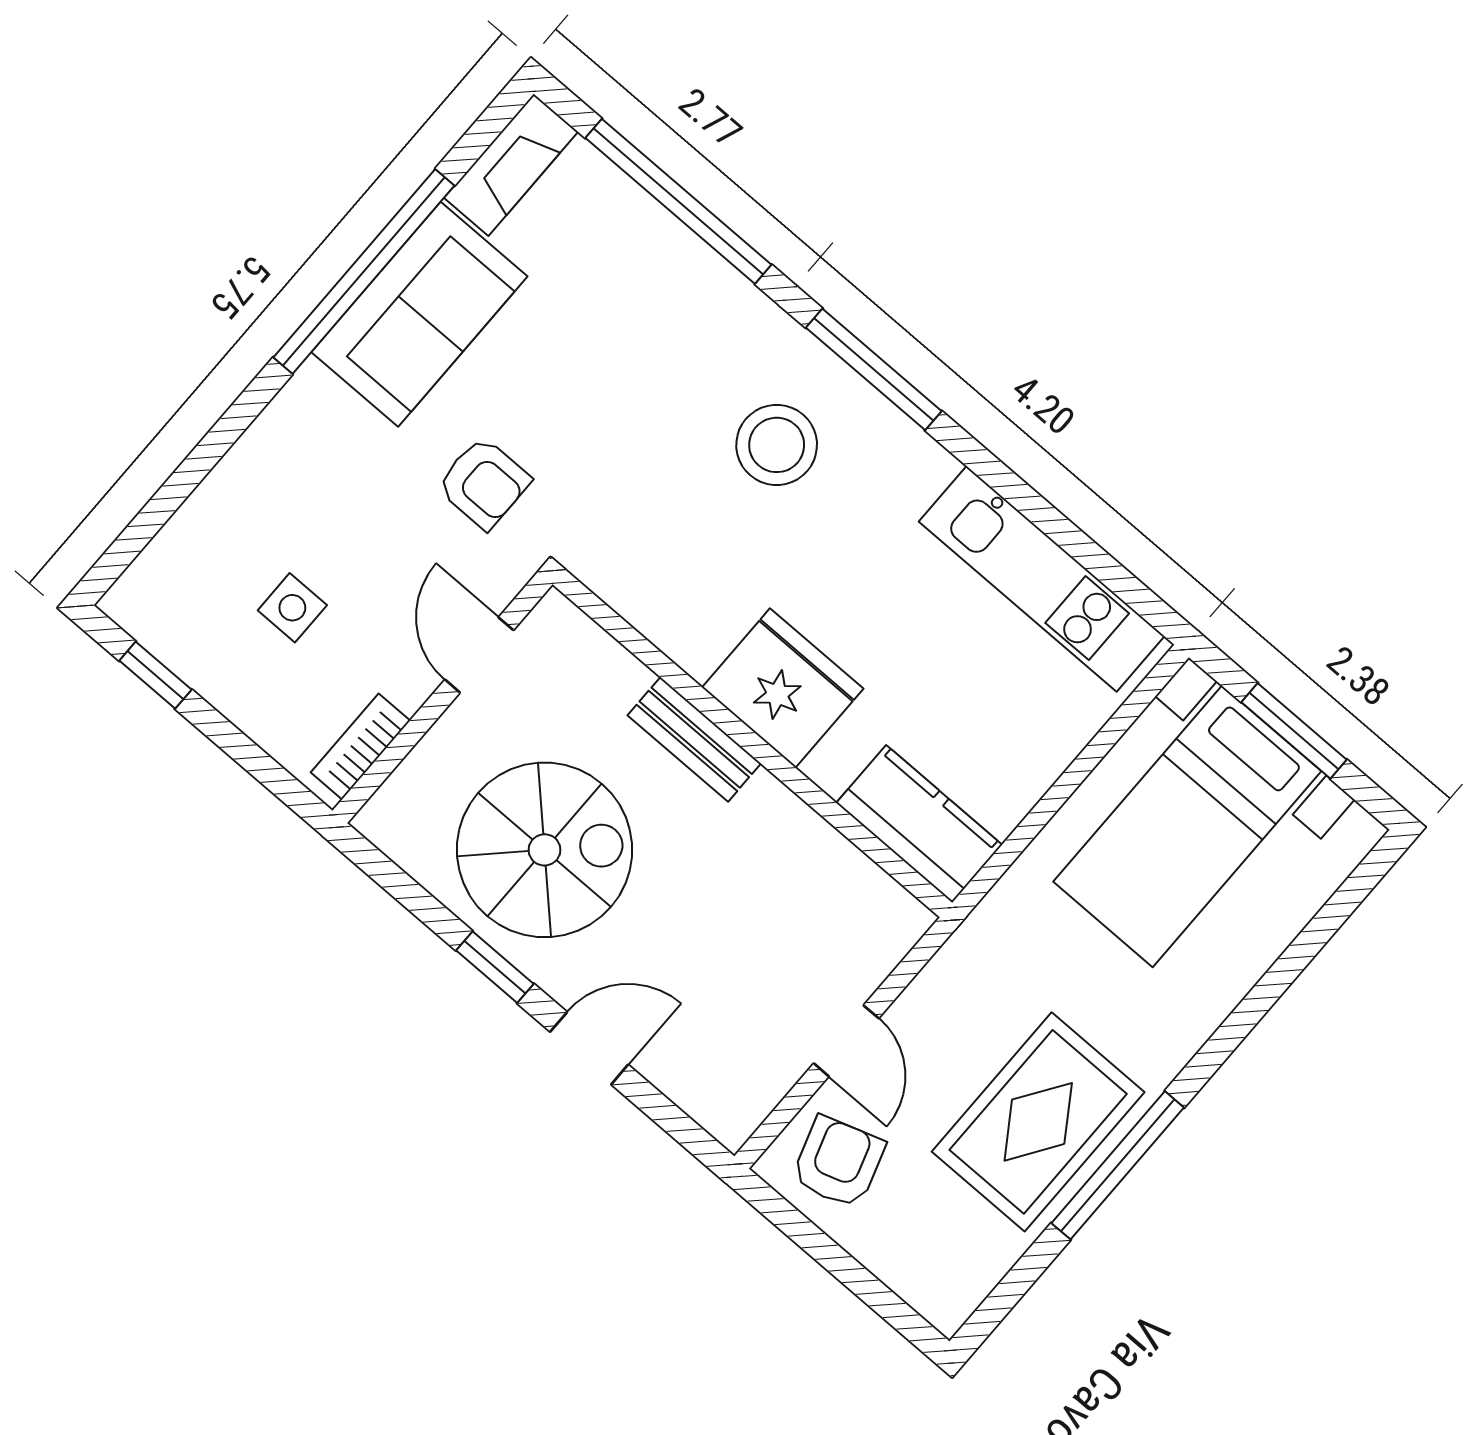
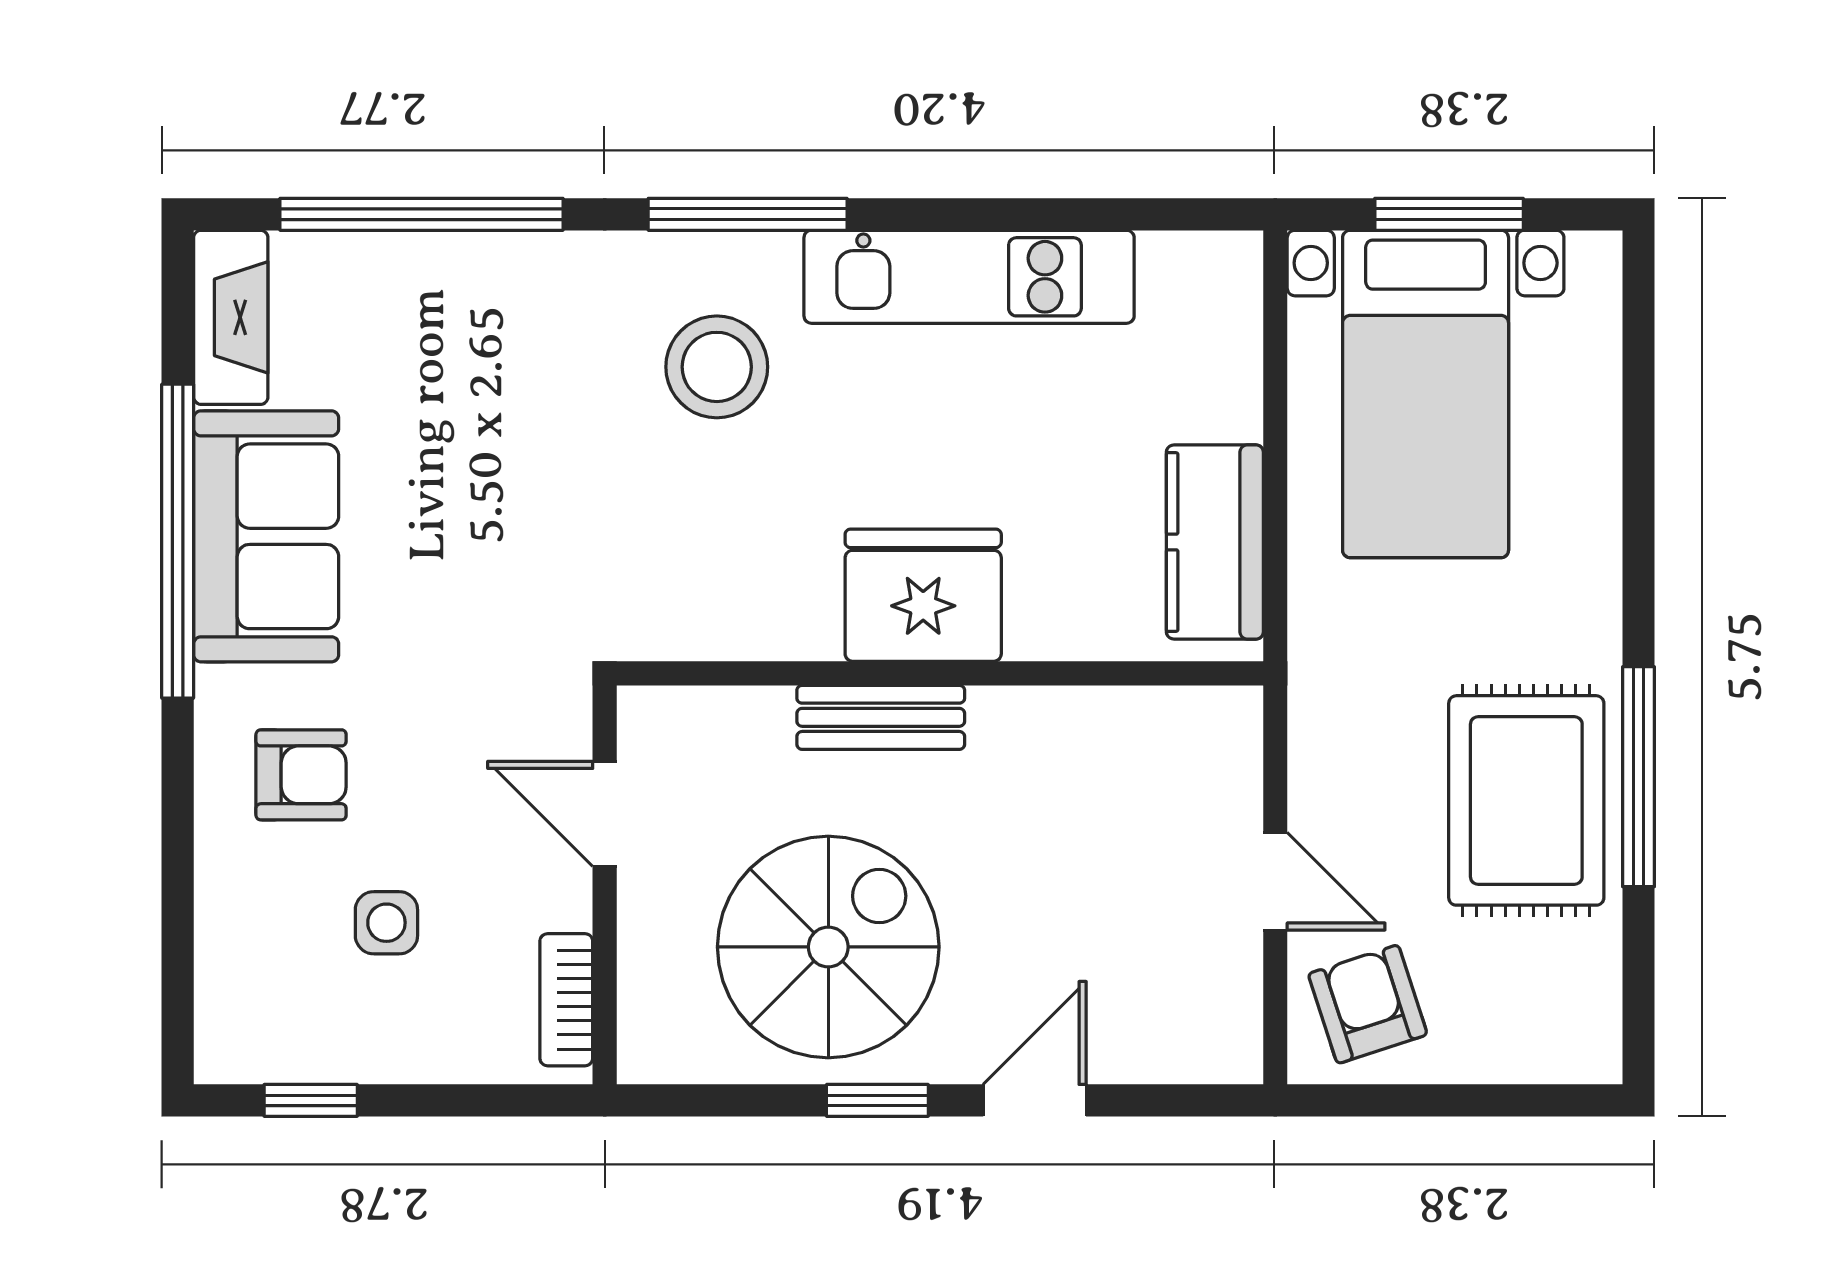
armchair: (484, 483) -> (301, 775), moved
kitchen unit: (1042, 579) -> (969, 277), moved
kitchen counter: (919, 824) -> (1215, 542), moved, turned -90

